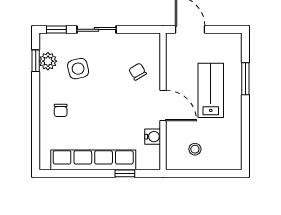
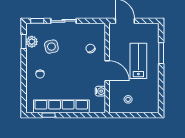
window: (125, 173) -> (48, 115), moved

